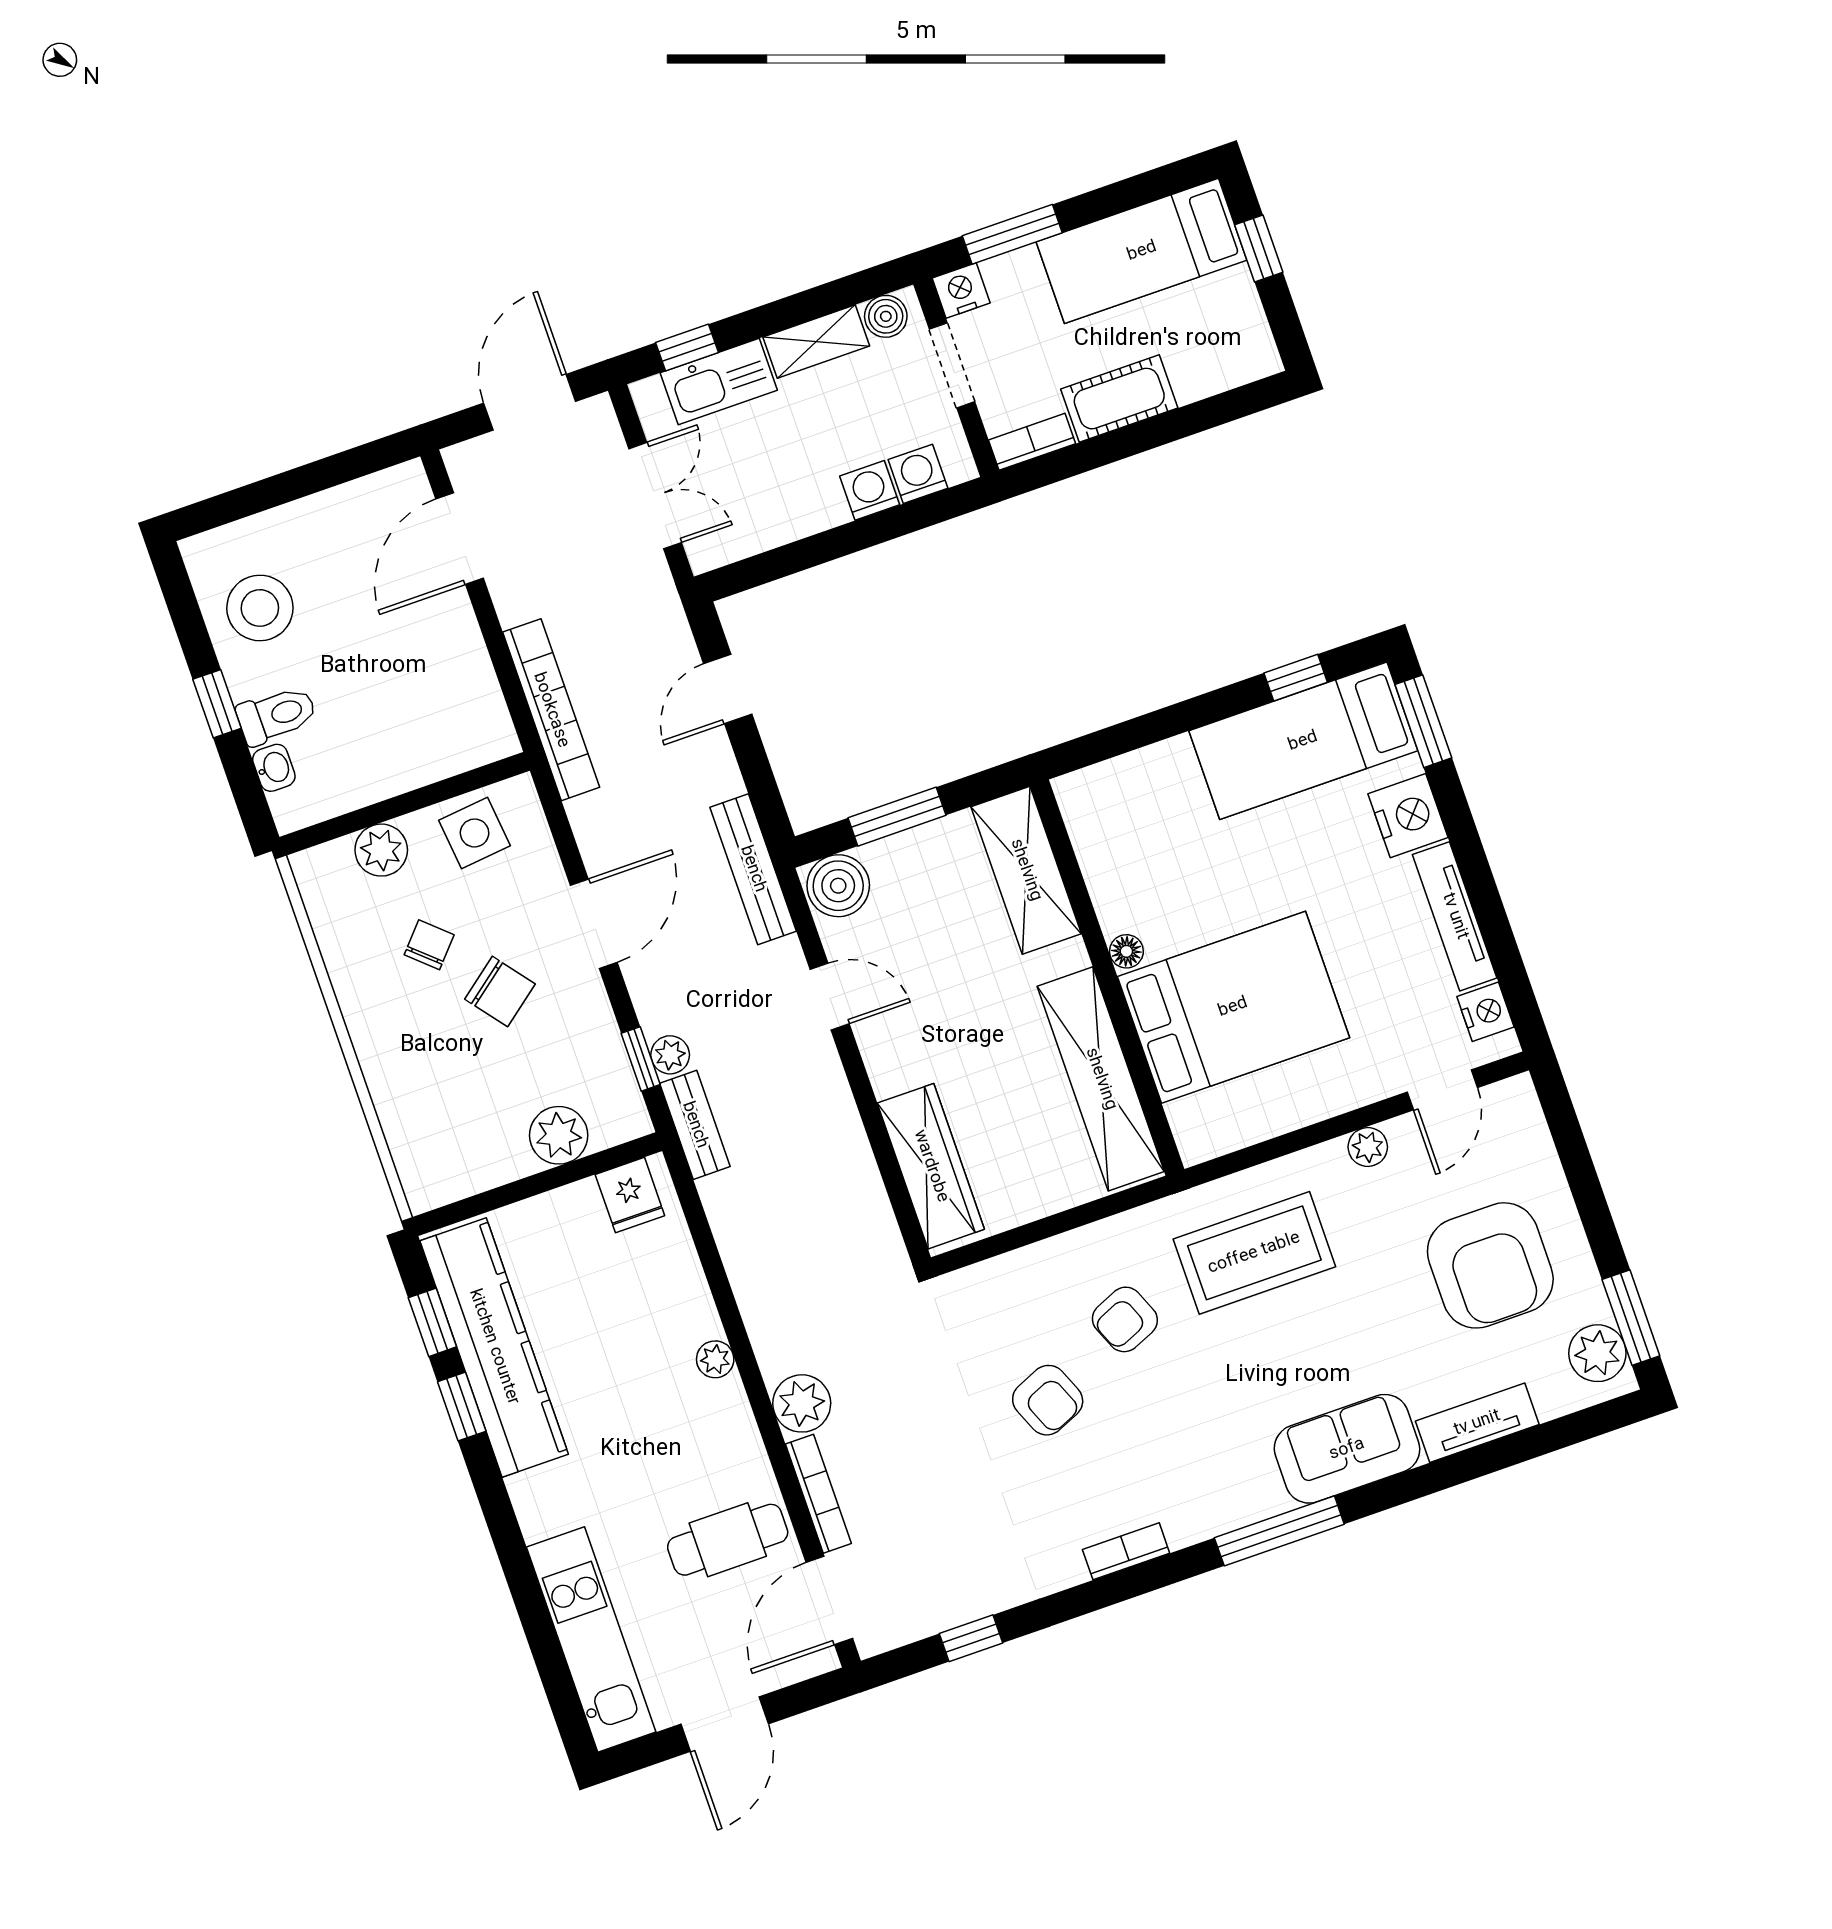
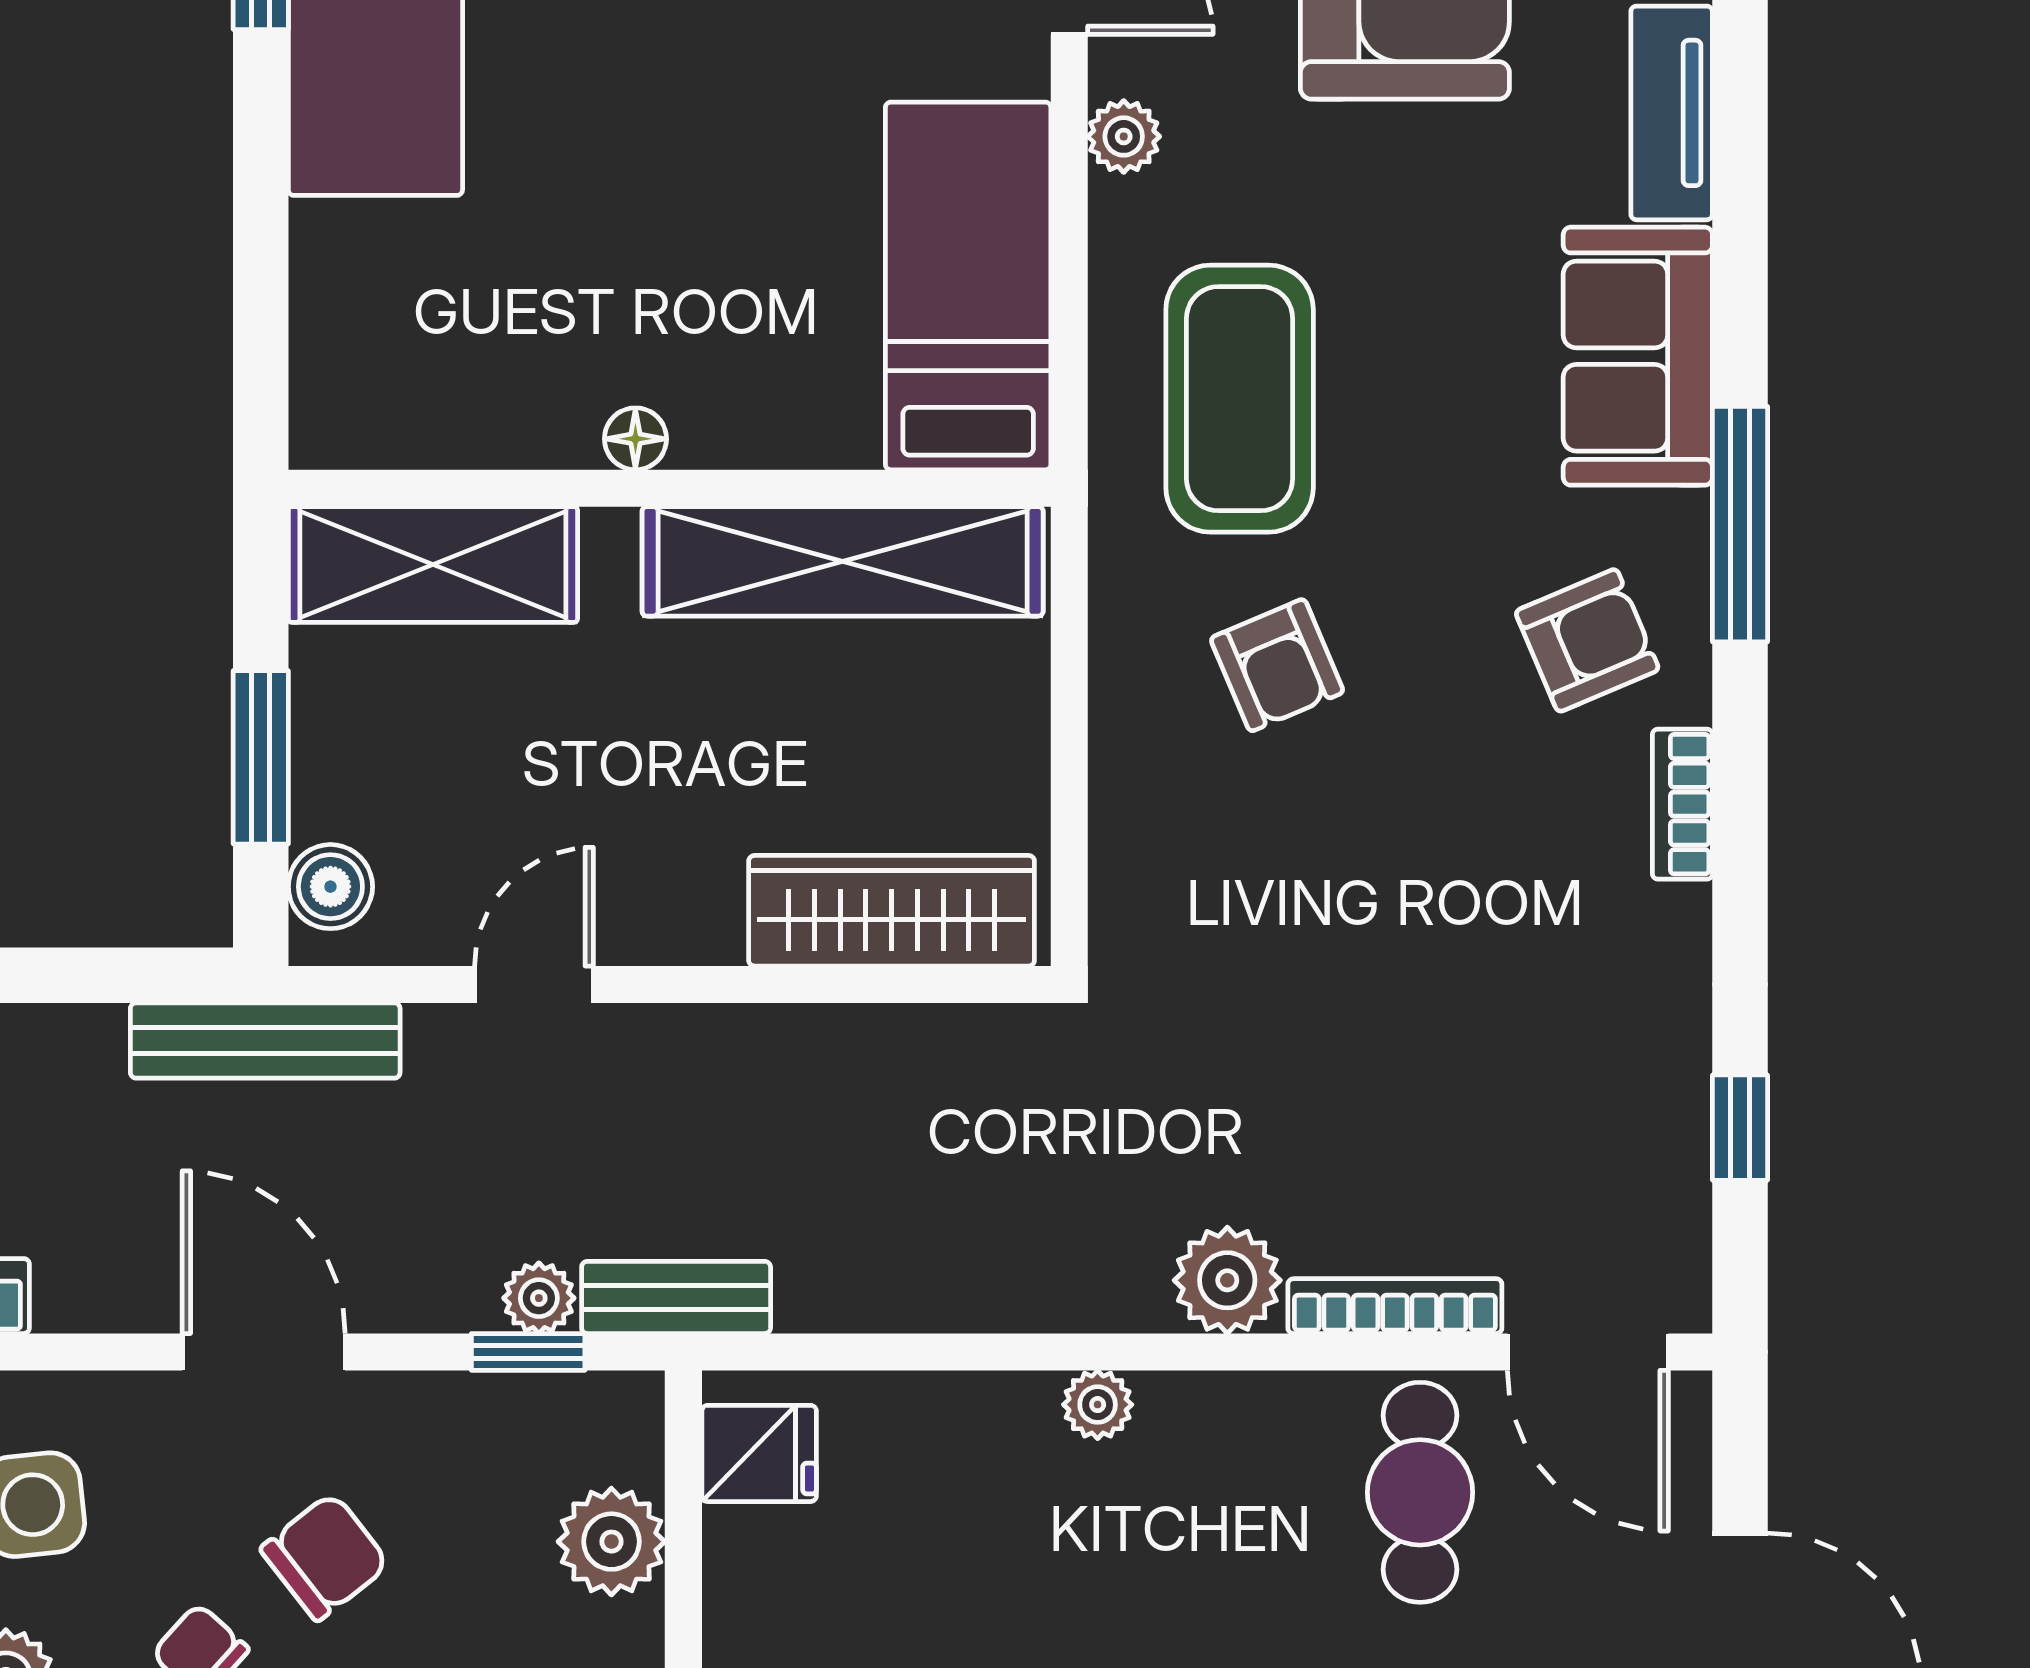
boiler: (838, 886) -> (330, 887), width x0.73, depth x0.73
bed: (1233, 1007) -> (968, 286), moved, width x0.67
armchair: (1048, 1400) -> (1587, 640), moved

